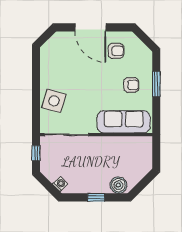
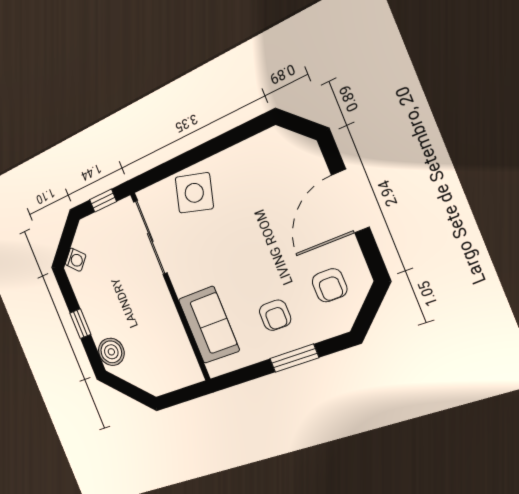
armchair: (116, 51) -> (330, 285), moved
sofa: (124, 122) -> (209, 325), width x0.73

